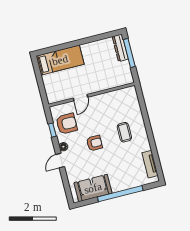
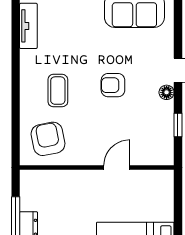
armchair: (67, 124) -> (48, 139), moved, turned 79

